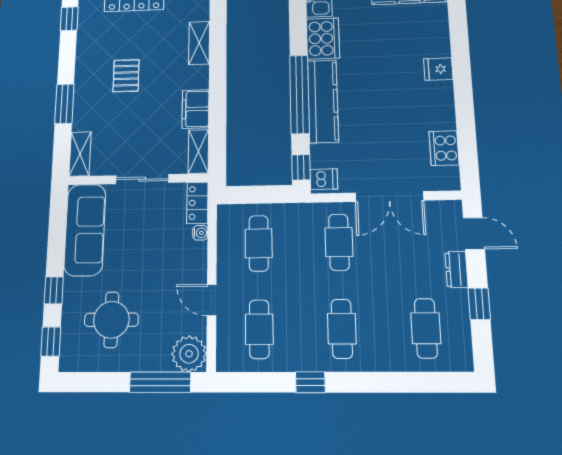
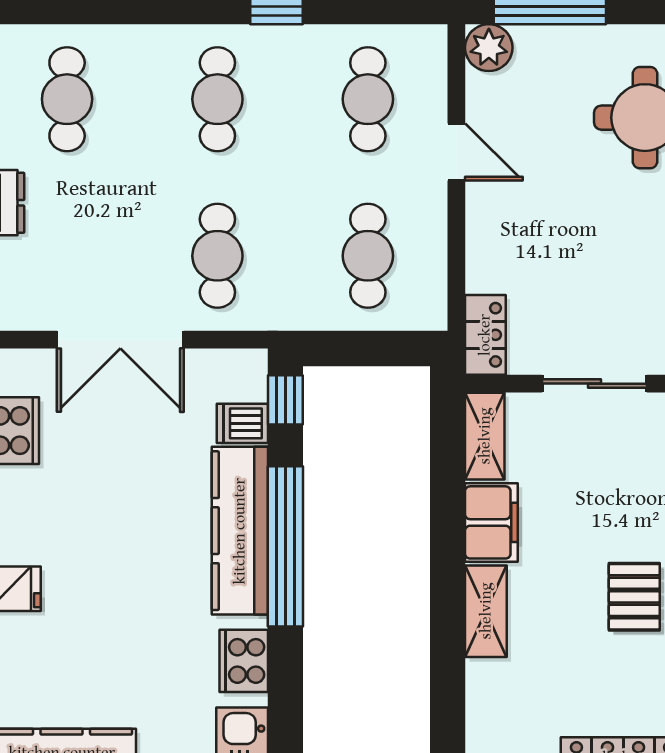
cooker: (323, 38) -> (244, 661), width x0.73, depth x0.76
shelving: (199, 43) -> (486, 611), moved
dishwasher: (324, 179) -> (242, 423), moved
double door: (389, 197) -> (120, 340), swing flipped
water cooler: (200, 233) -> (479, 277), removed
plant: (189, 354) -> (489, 48), width x0.73, depth x0.73

